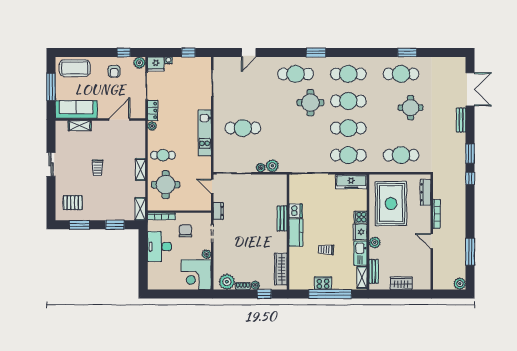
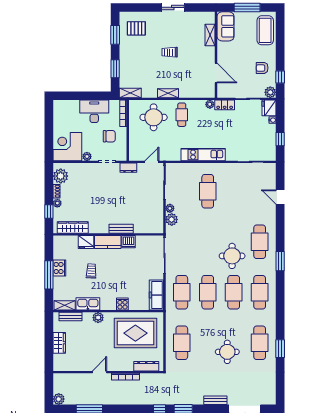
sofa: (76, 109) -> (226, 26), width x0.73
pallet: (73, 203) -> (136, 28), turned 90
fridge: (360, 232) -> (86, 242), moved, turned 180
window: (330, 294) -> (49, 275), width x0.68

